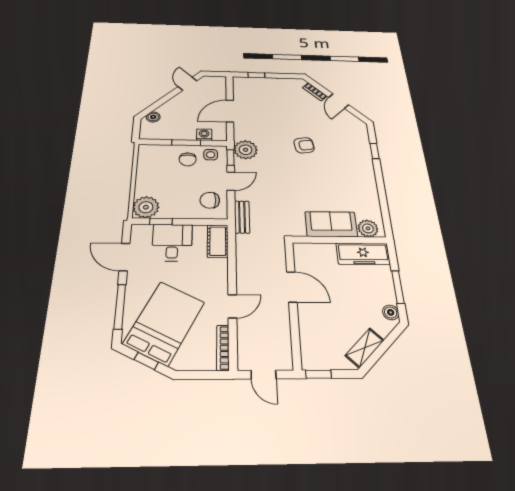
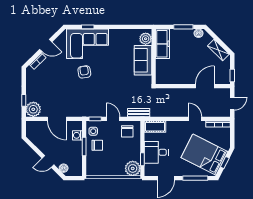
door: (187, 84) -> (48, 162), moved
plant: (246, 150) -> (33, 109), moved
corner sofa: (348, 150) -> (87, 44), added
door: (292, 287) -> (205, 86), moved

